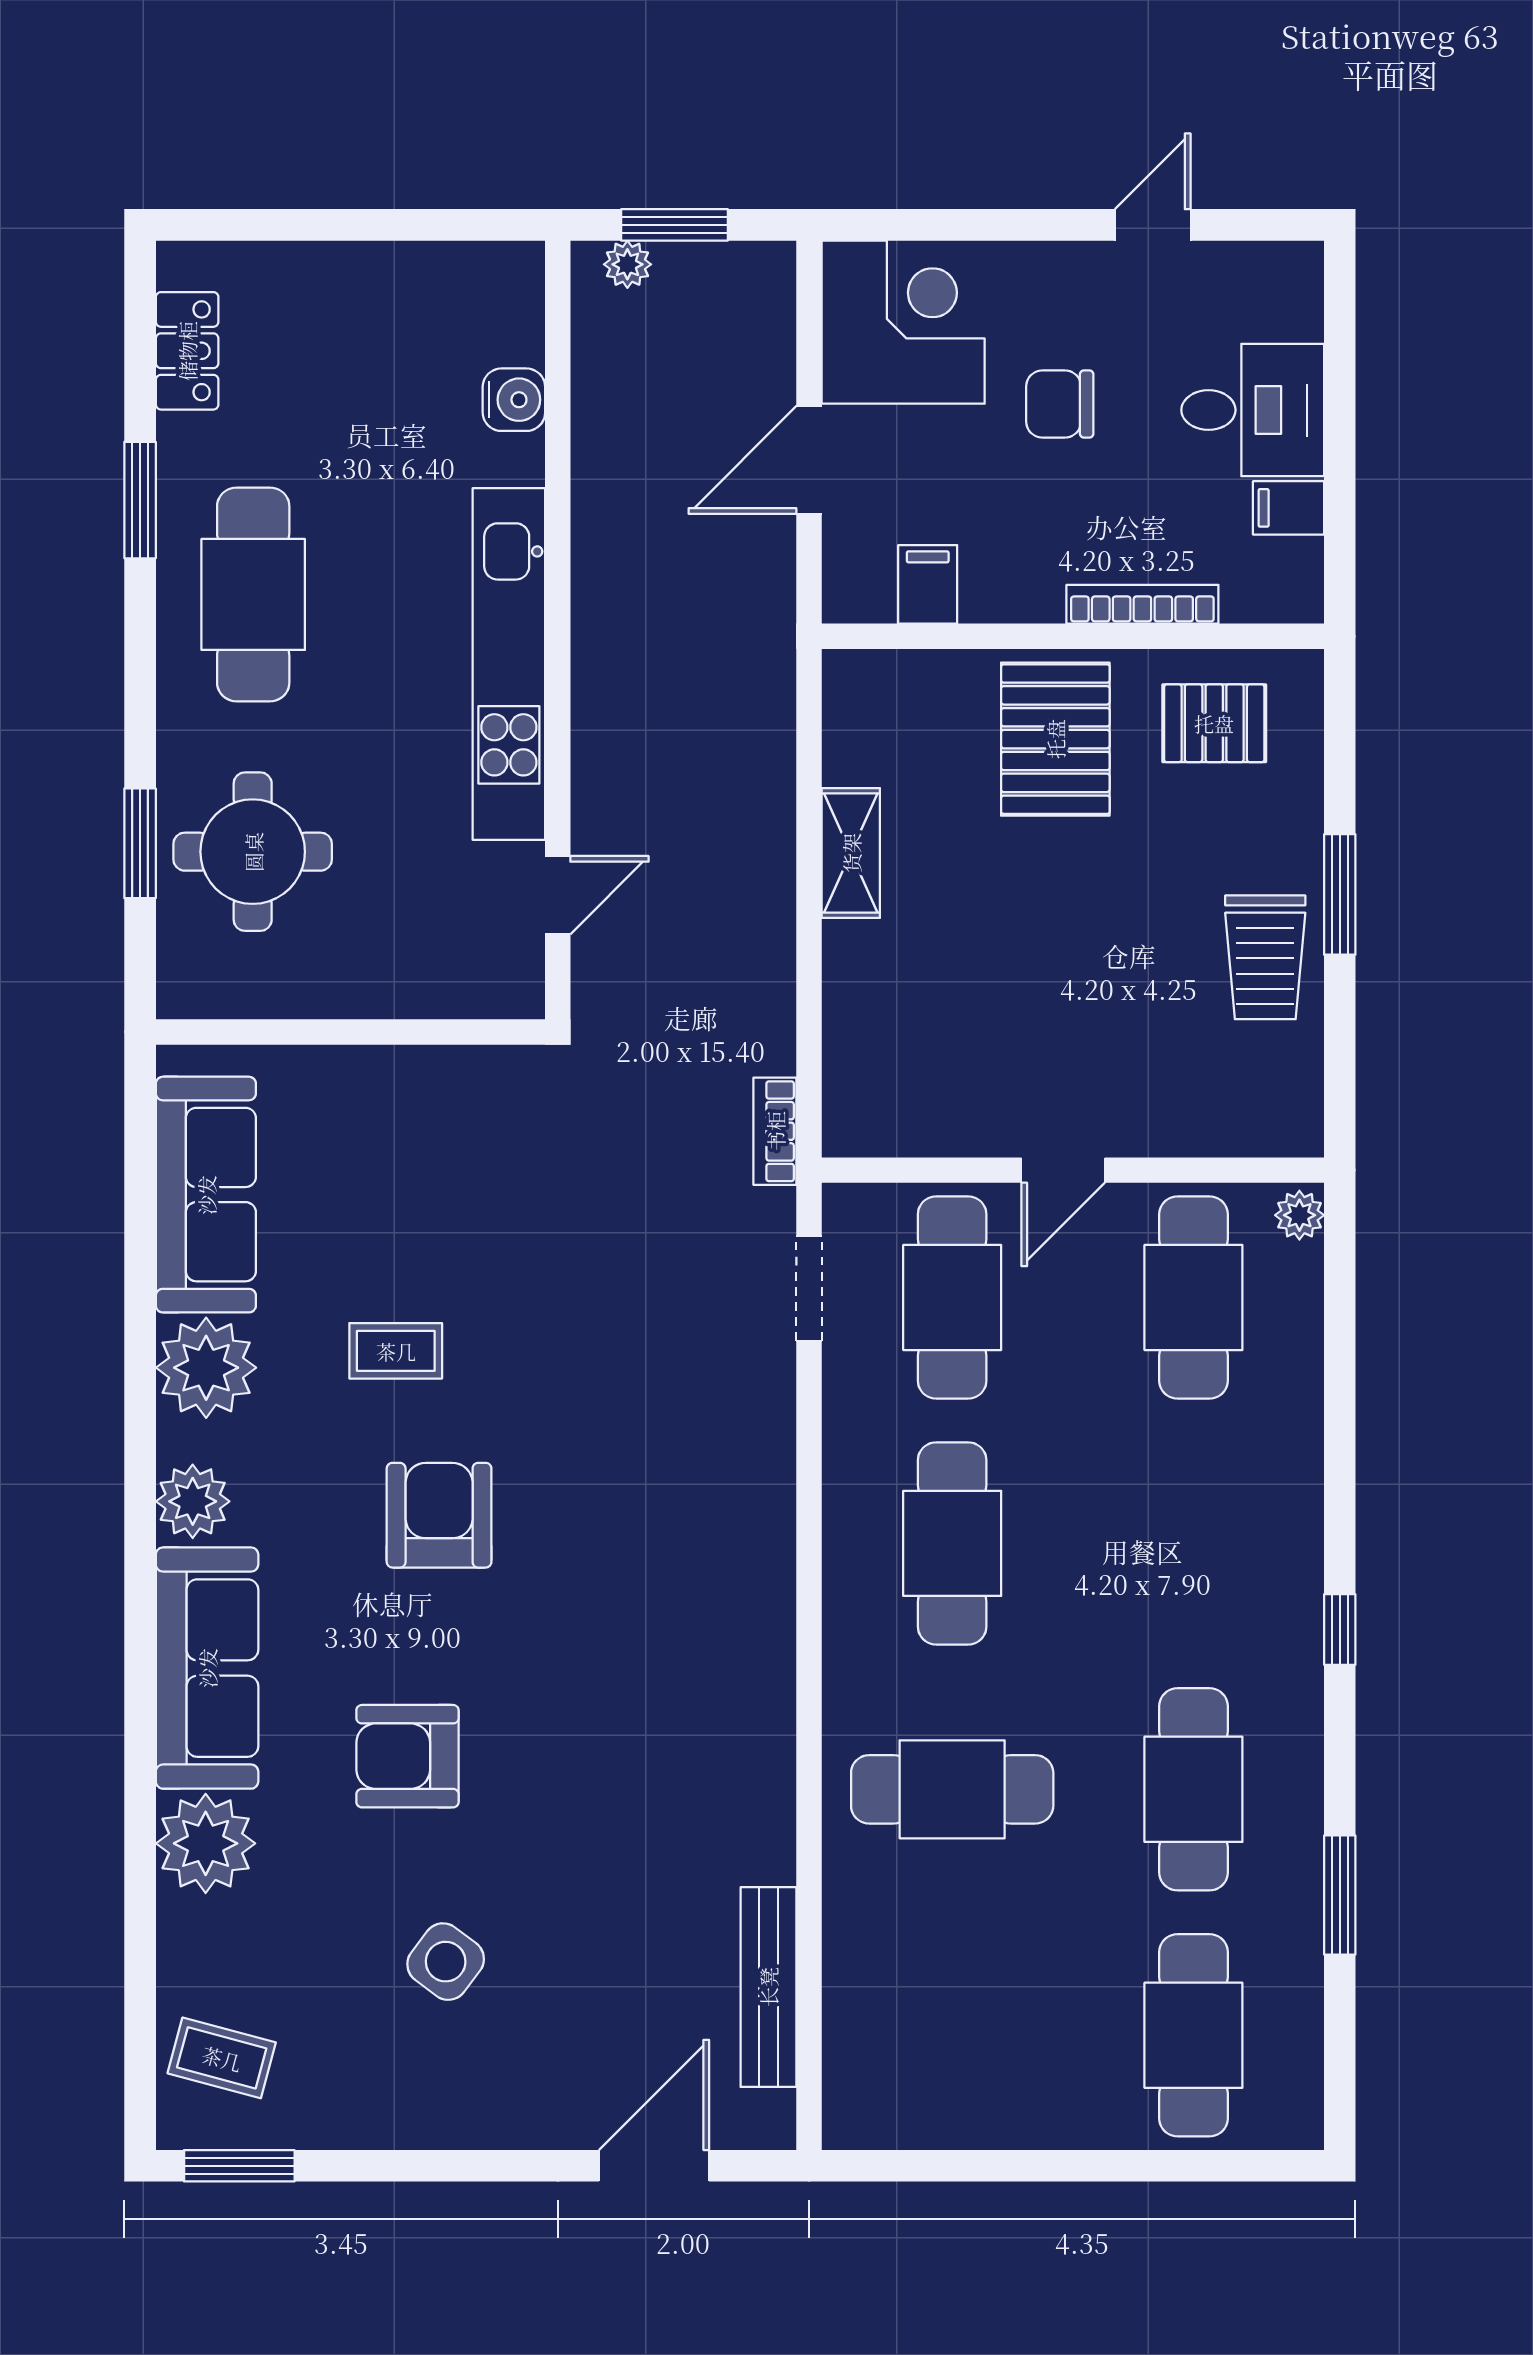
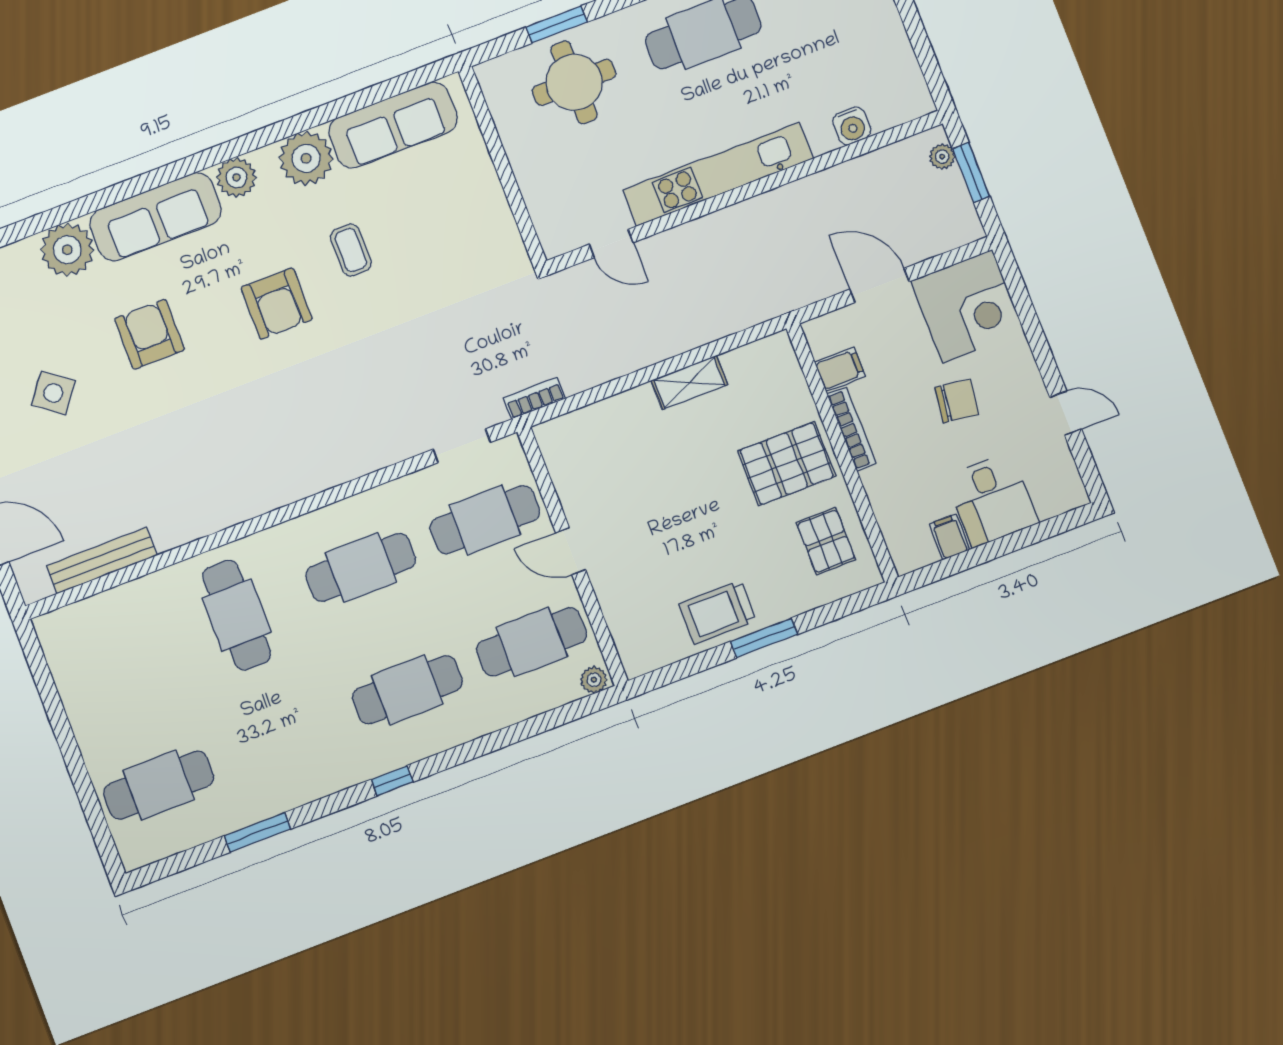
chair: (1060, 404) -> (957, 401), turned 98
bookcase: (1142, 604) -> (852, 429), moved
armchair: (439, 1515) -> (277, 303), turned 90
cafe table: (1193, 1789) -> (407, 690), moved

